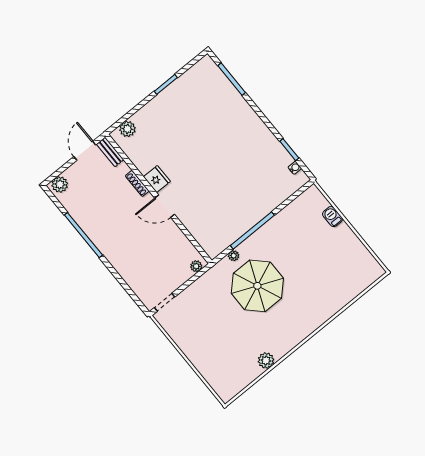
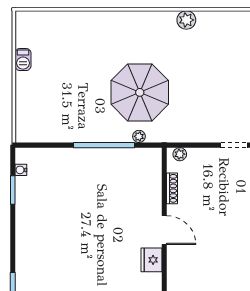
shoe rack: (137, 183) -> (172, 188), moved
barbecue: (332, 217) -> (23, 60), moved

